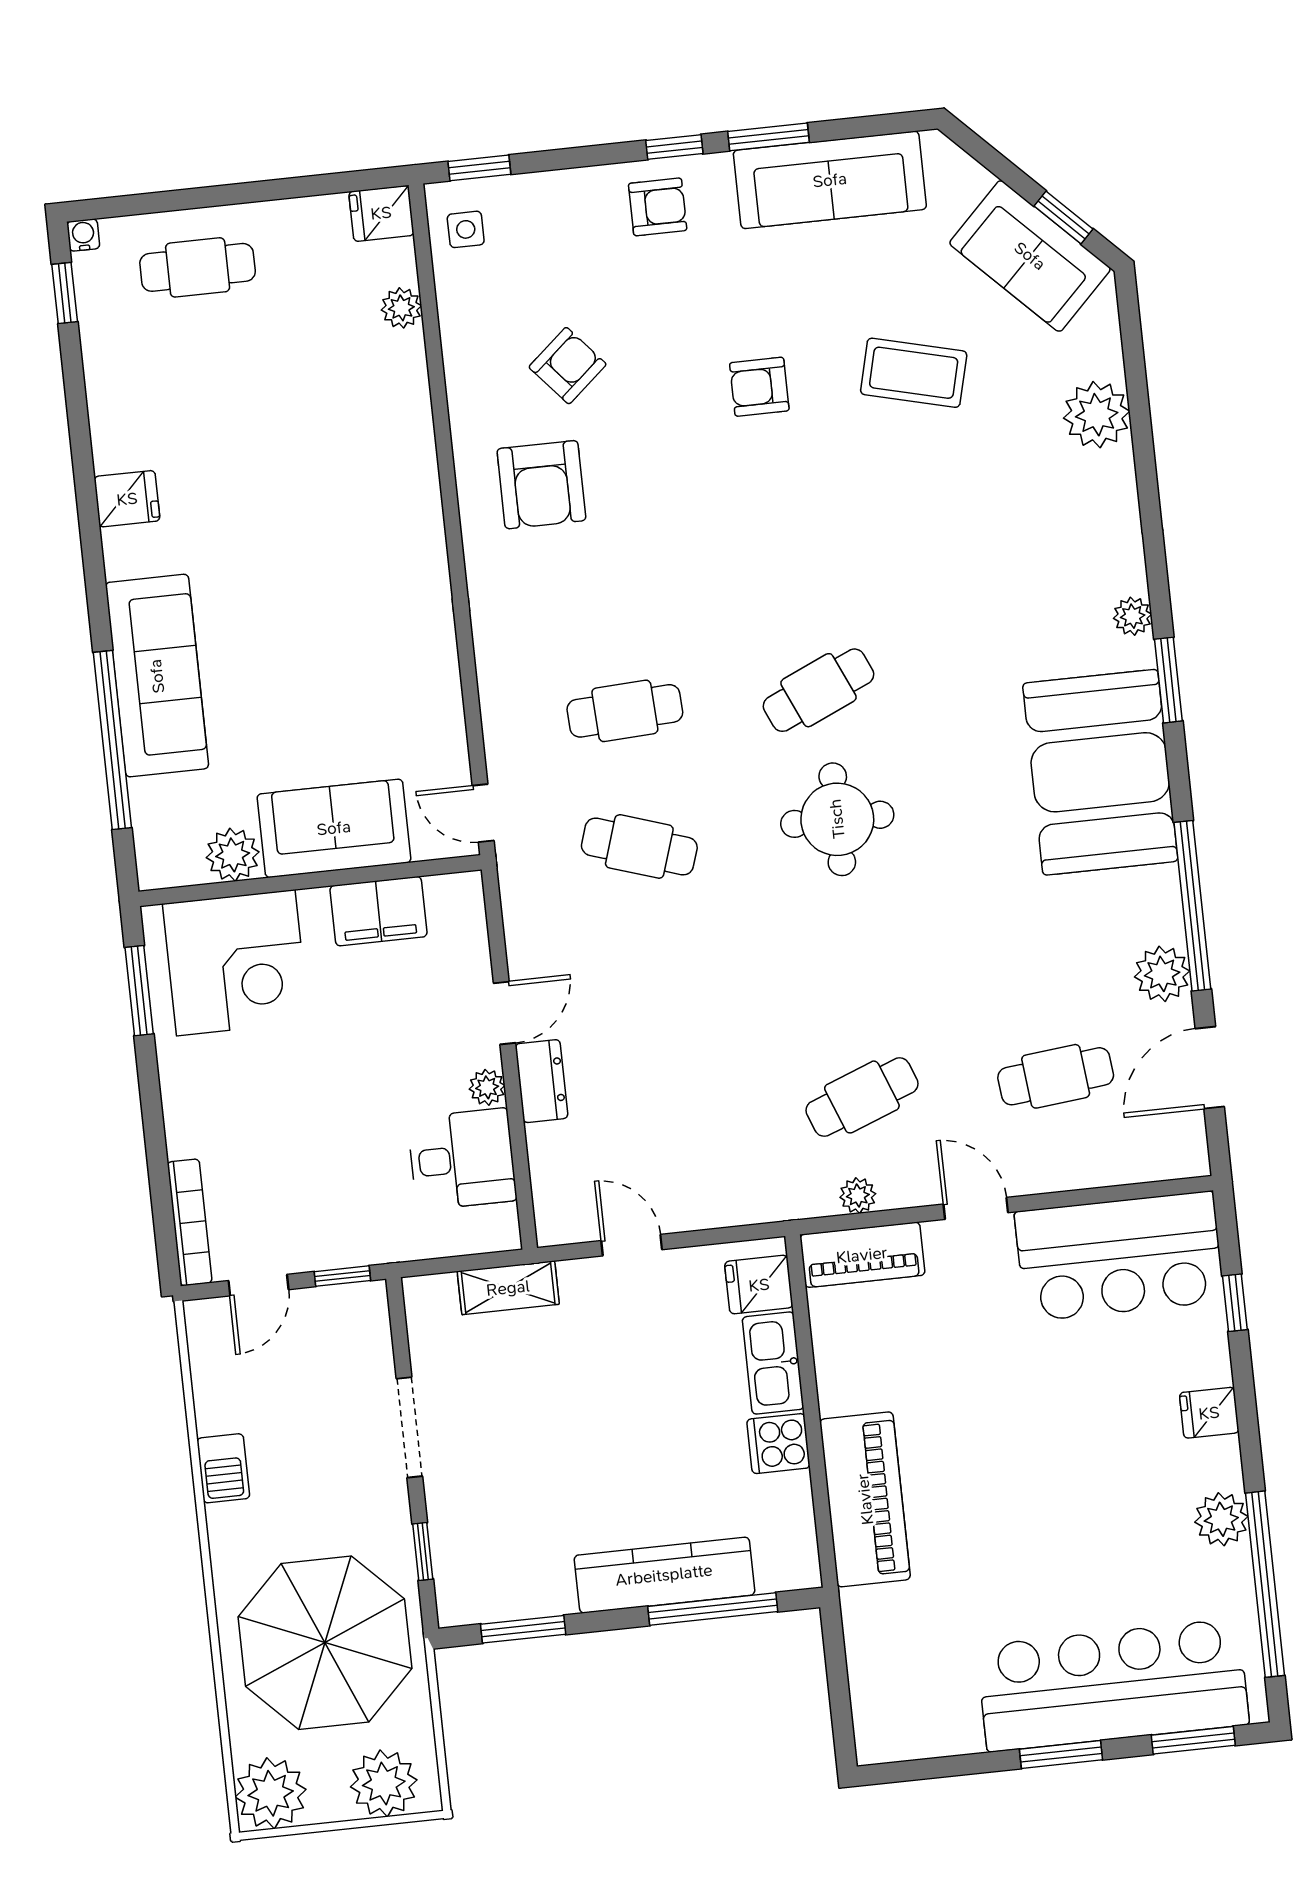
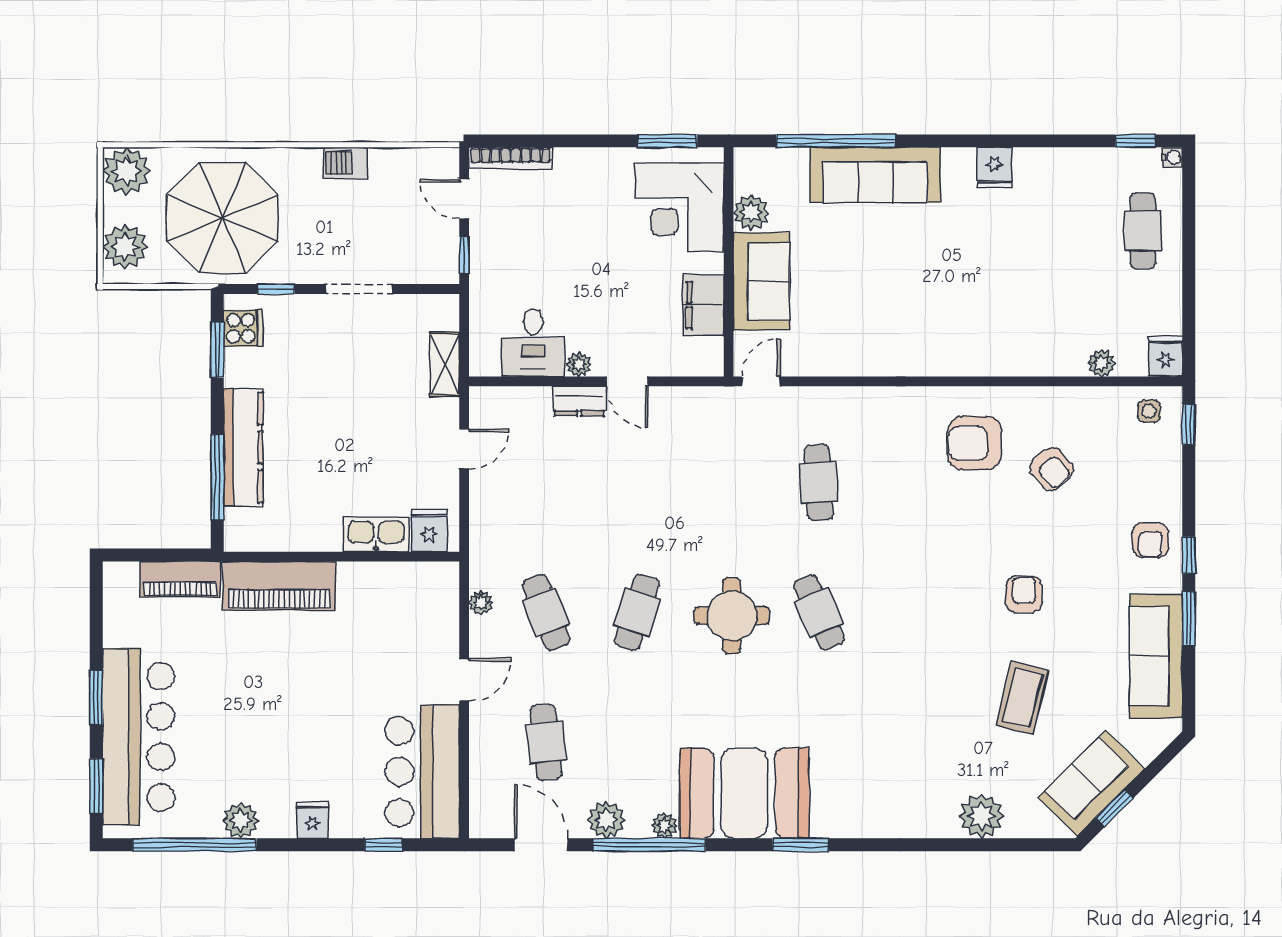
plant: (1133, 616) -> (664, 826), moved
cafe table: (639, 846) -> (637, 612), moved
piano: (862, 1255) -> (180, 579), moved, turned -90
cooker: (778, 1444) -> (243, 328), moved, turned 90

